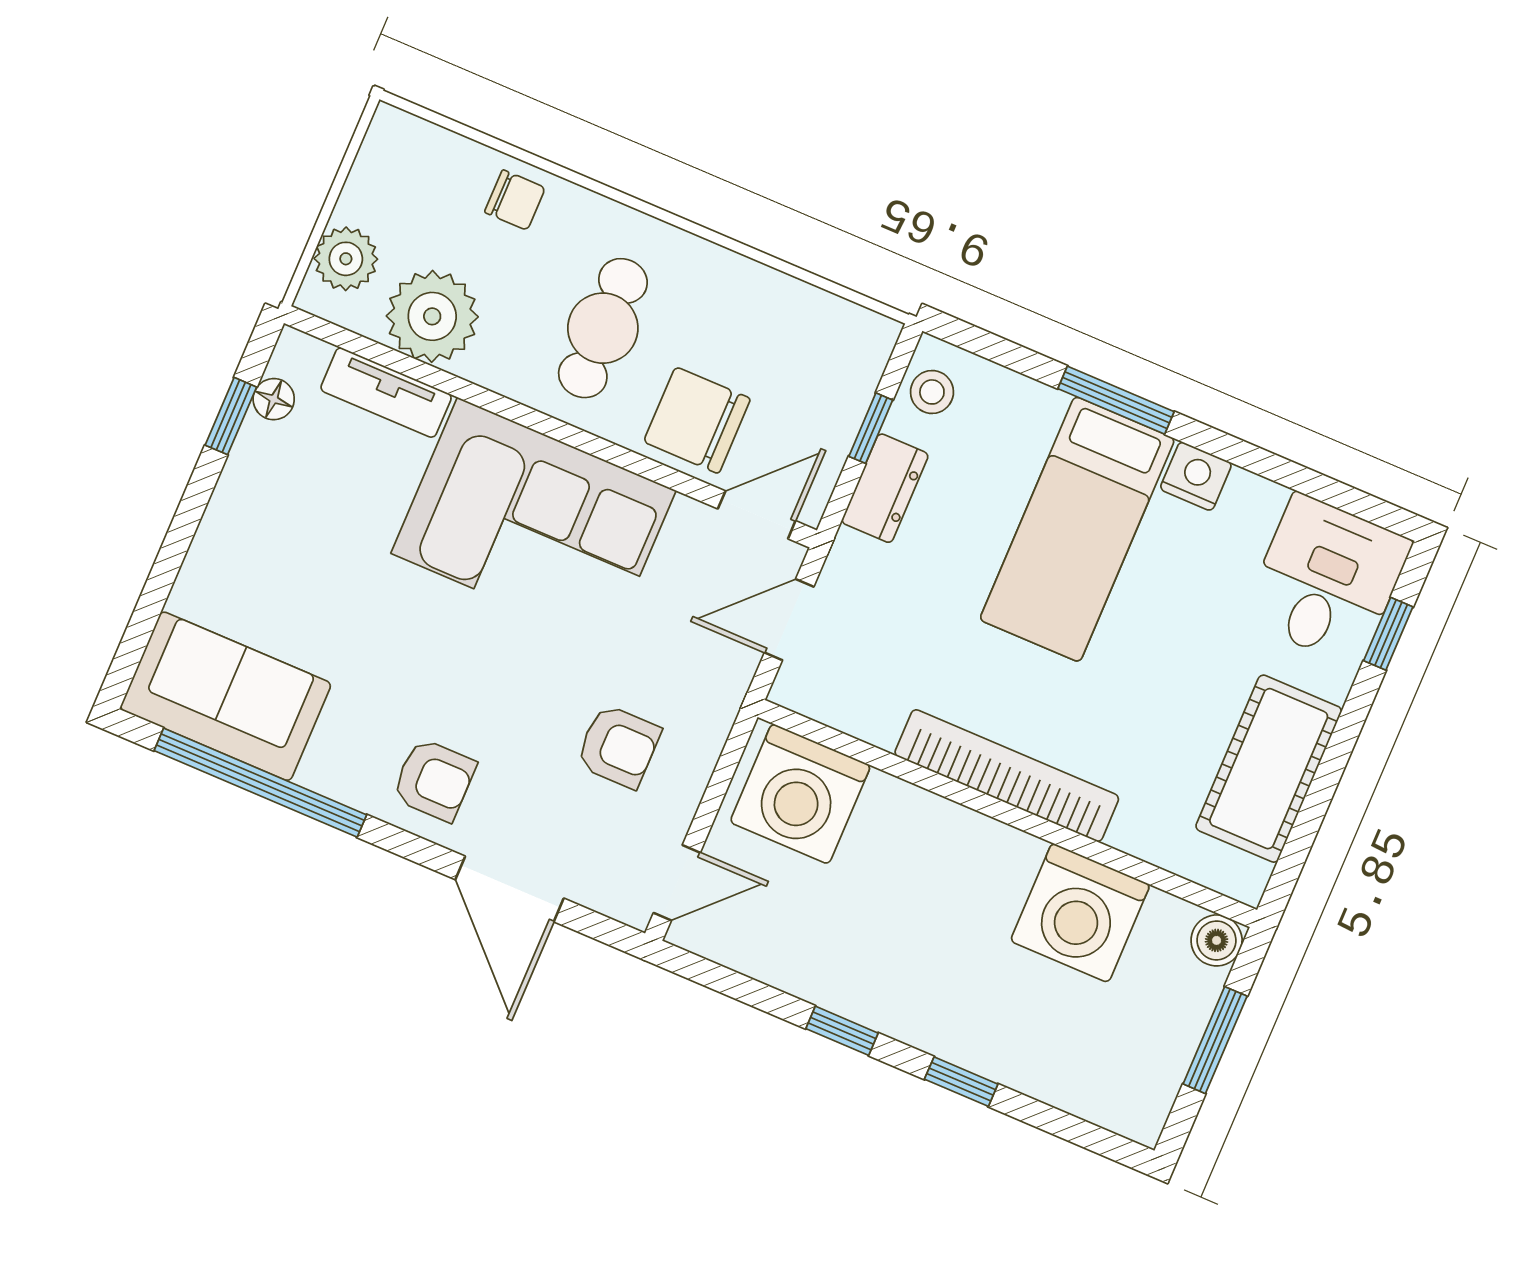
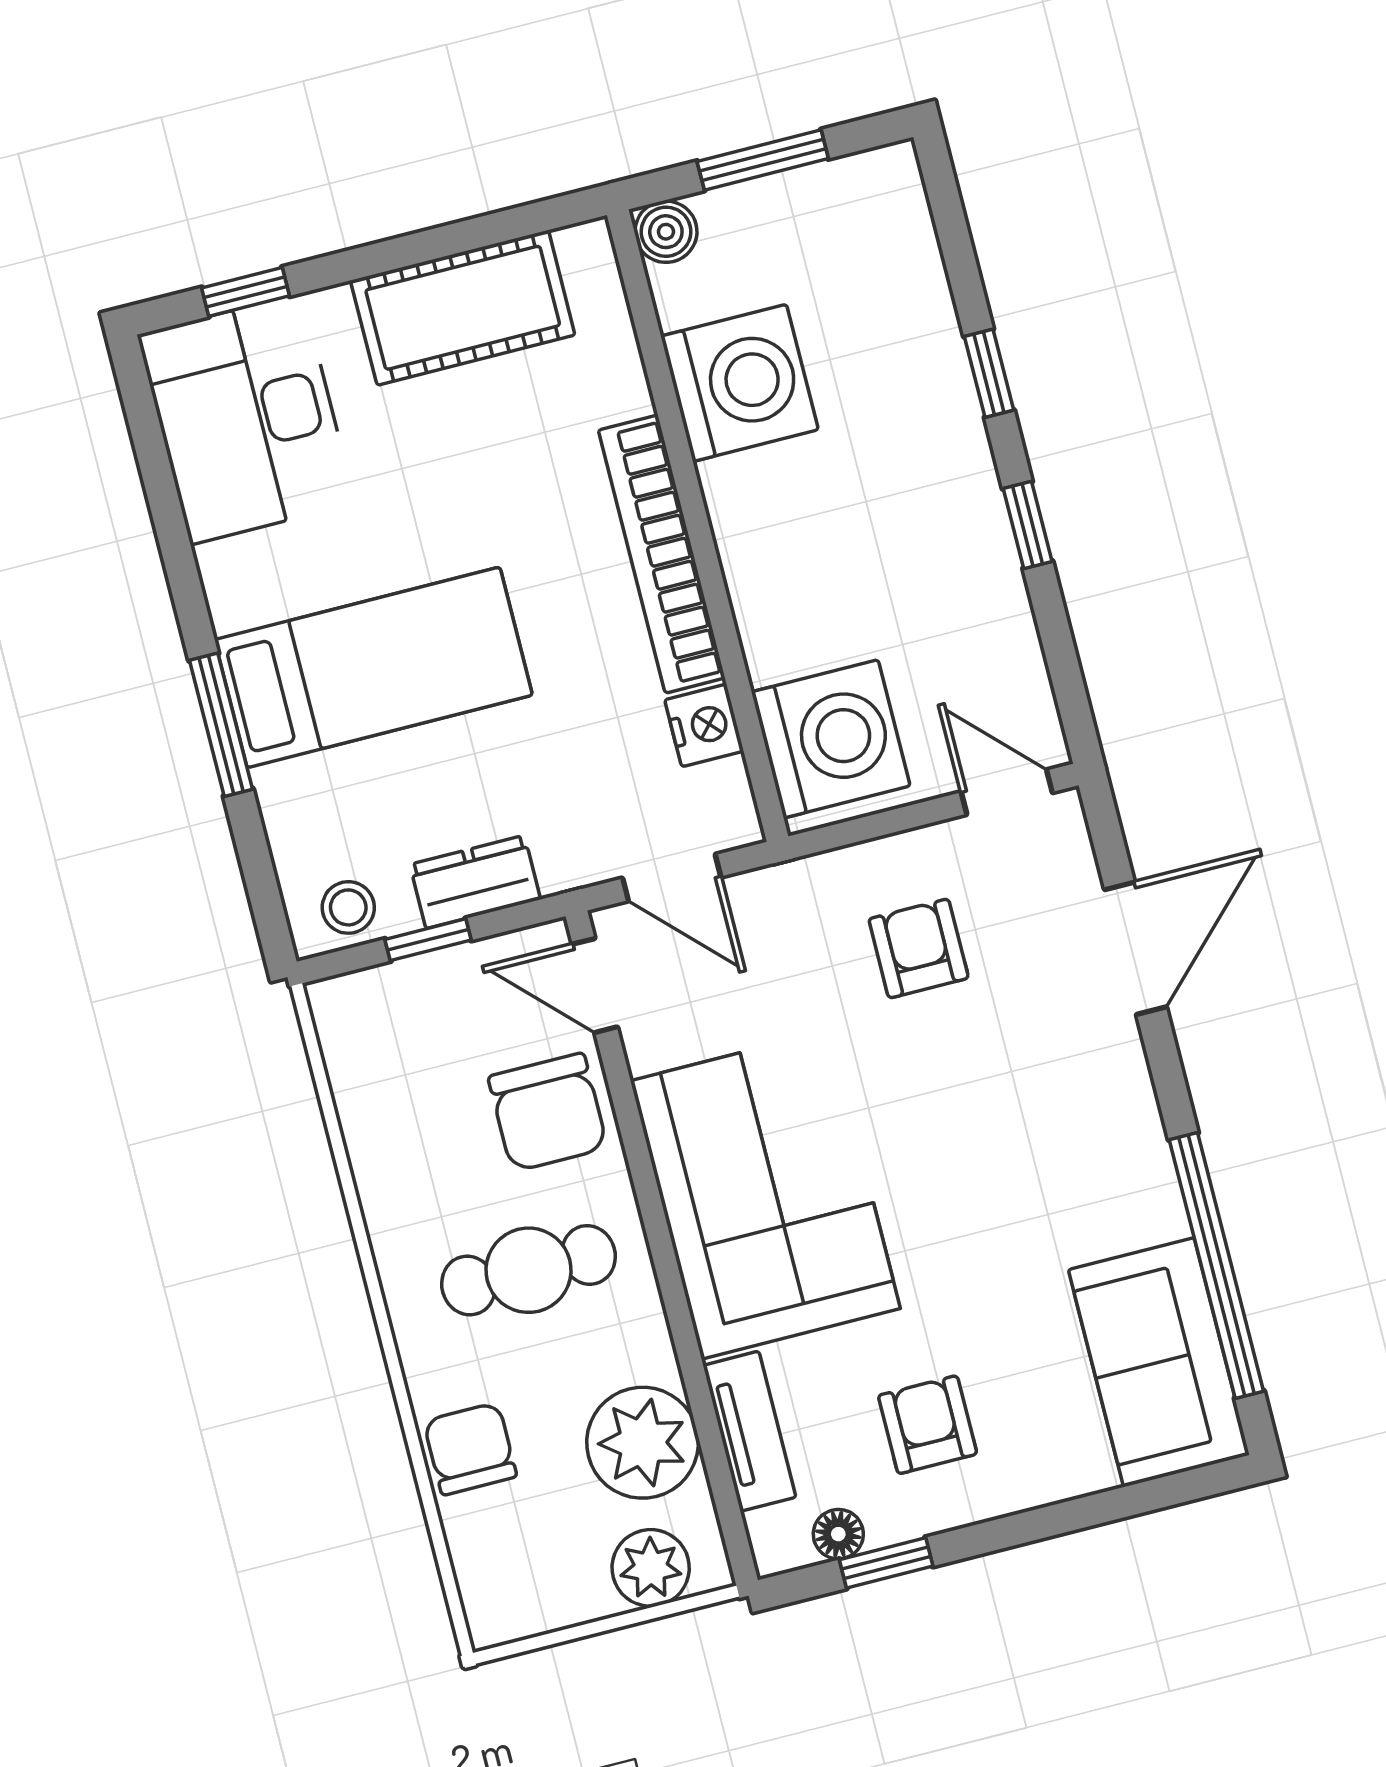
chair: (515, 200) -> (470, 1449), width x1.37, depth x1.37
nightstand: (1196, 476) -> (704, 725), moved, turned 180
desk: (1327, 580) -> (246, 419), width x1.37
armchair: (434, 780) -> (928, 1425), moved

